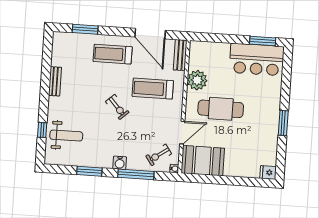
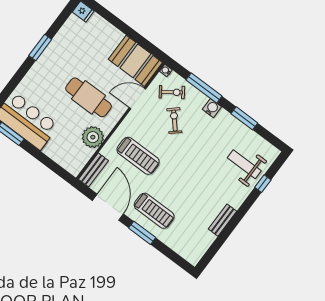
window: (85, 29) -> (142, 233), moved
exercise bike: (117, 107) -> (174, 121), moved

